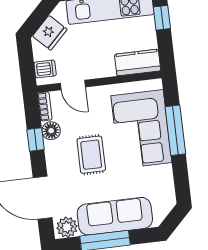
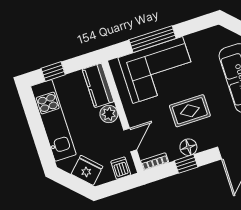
plant: (105, 68) -> (109, 114), added
floor lamp: (51, 131) -> (188, 147), moved

